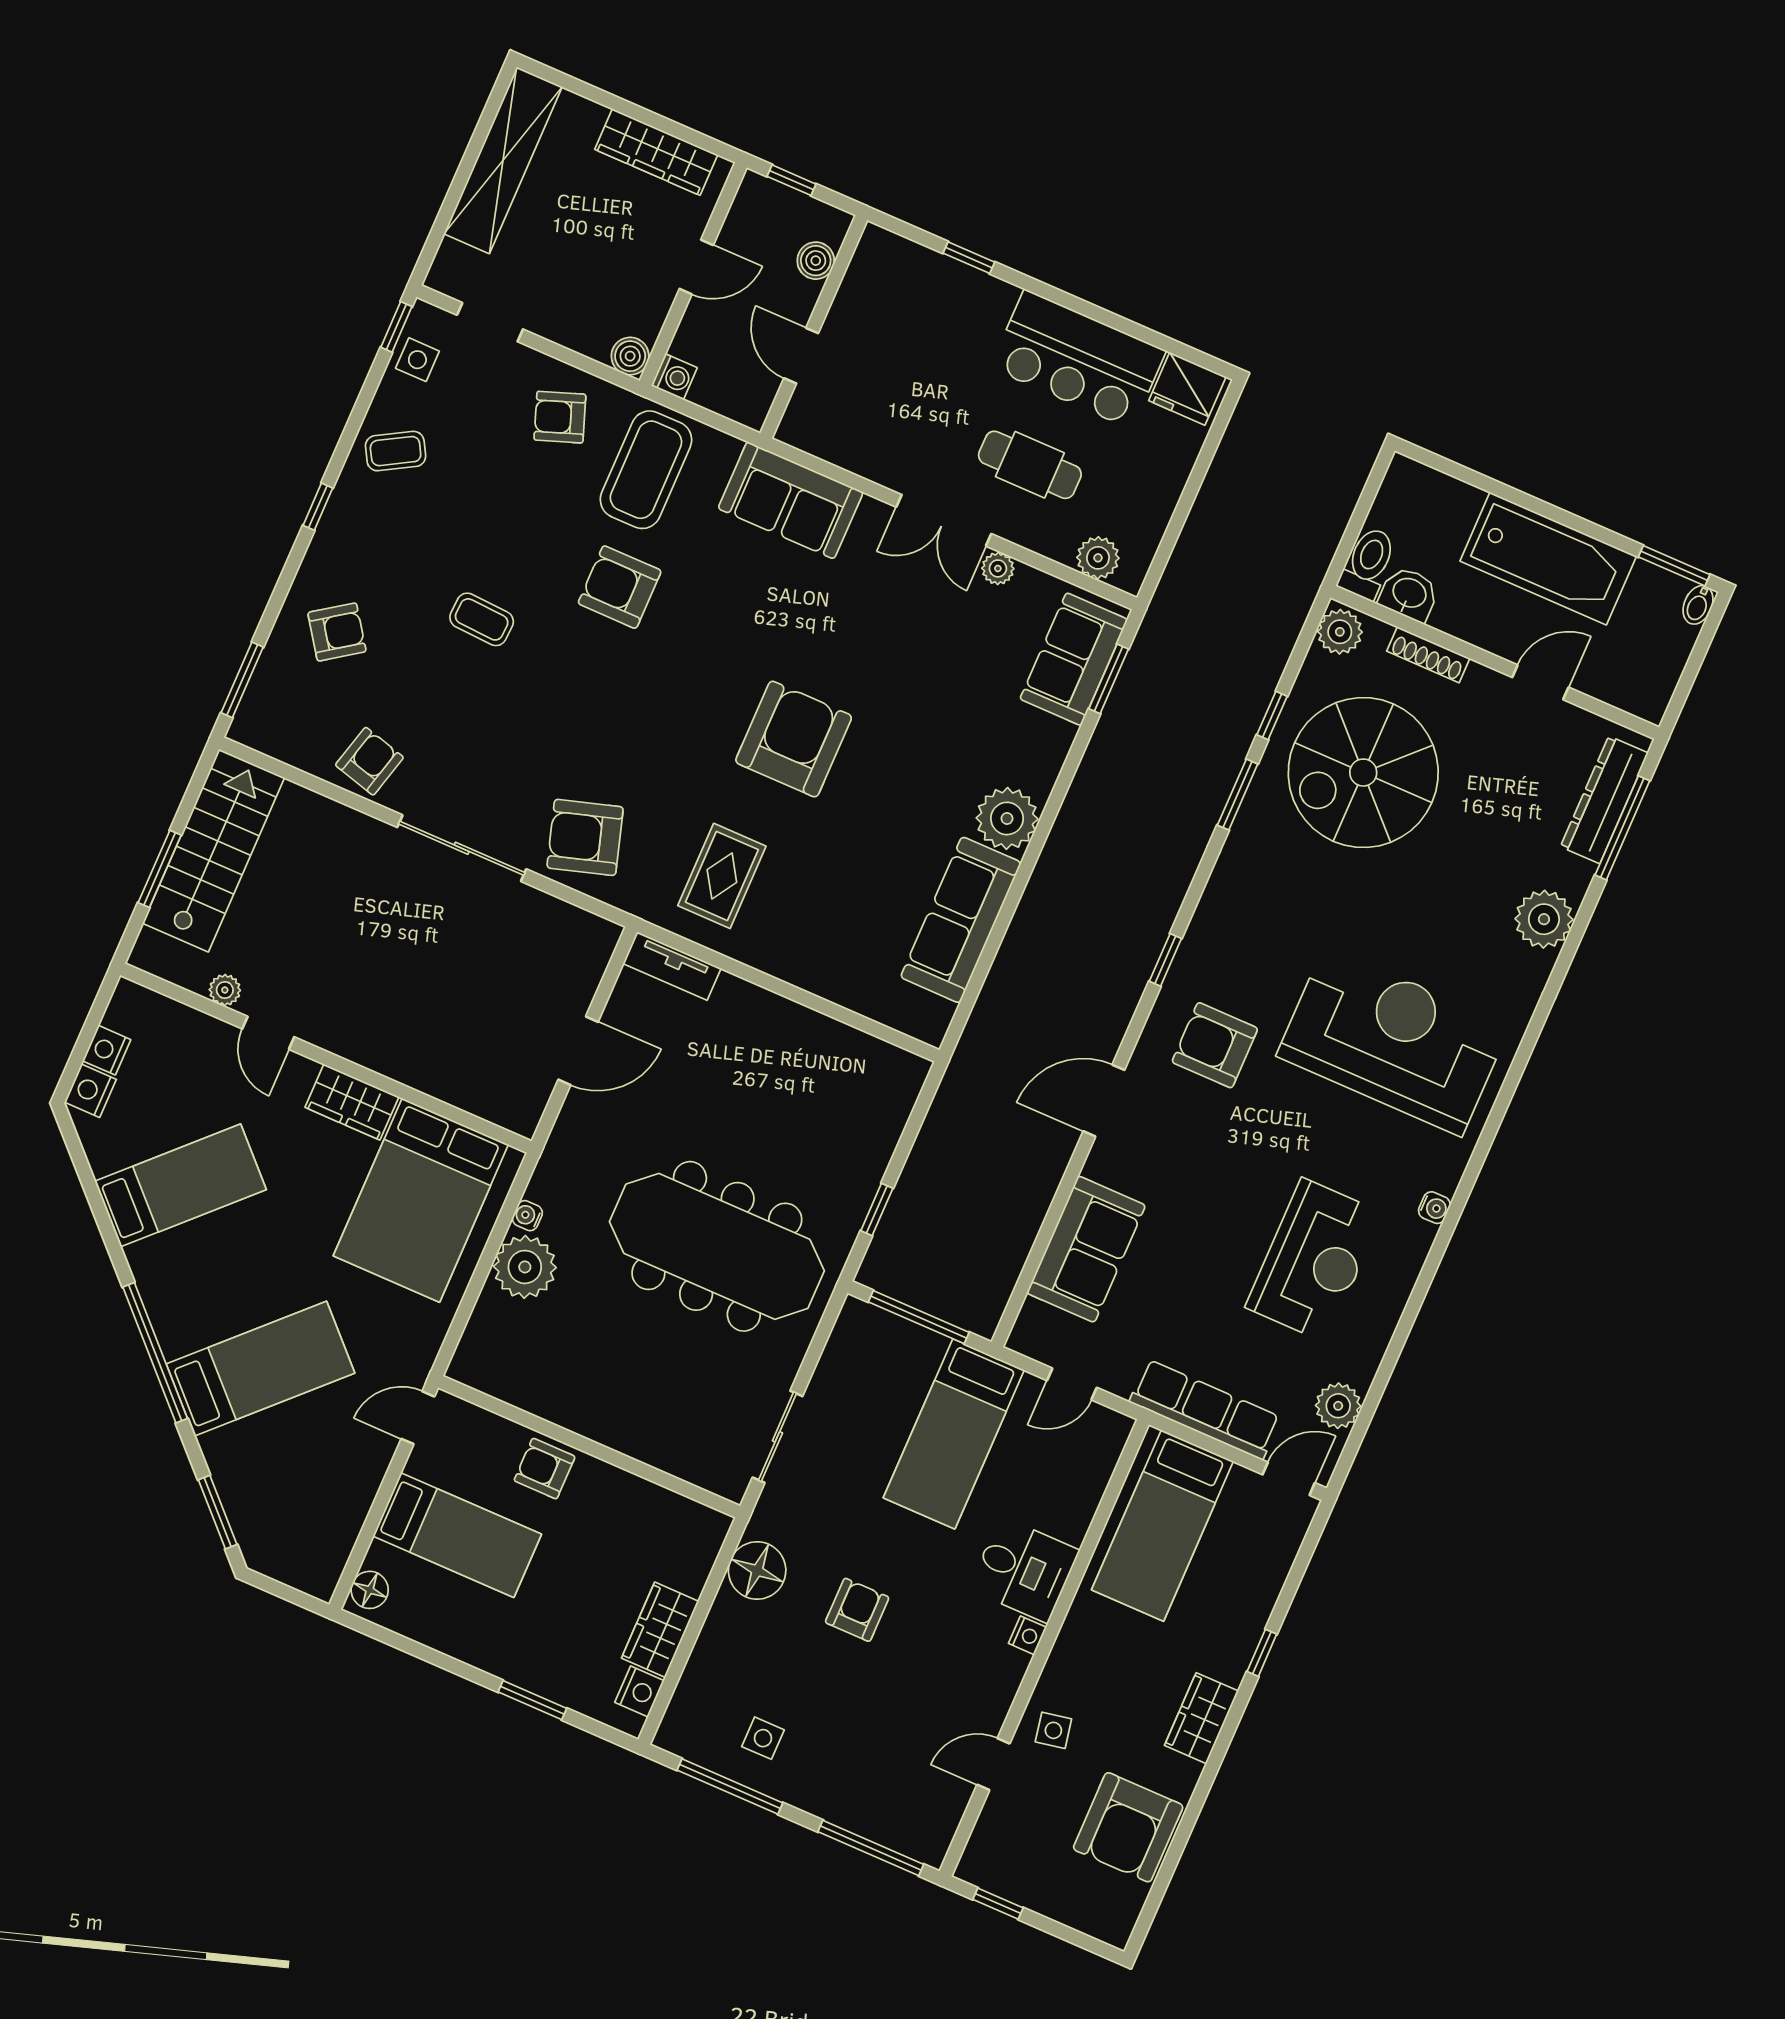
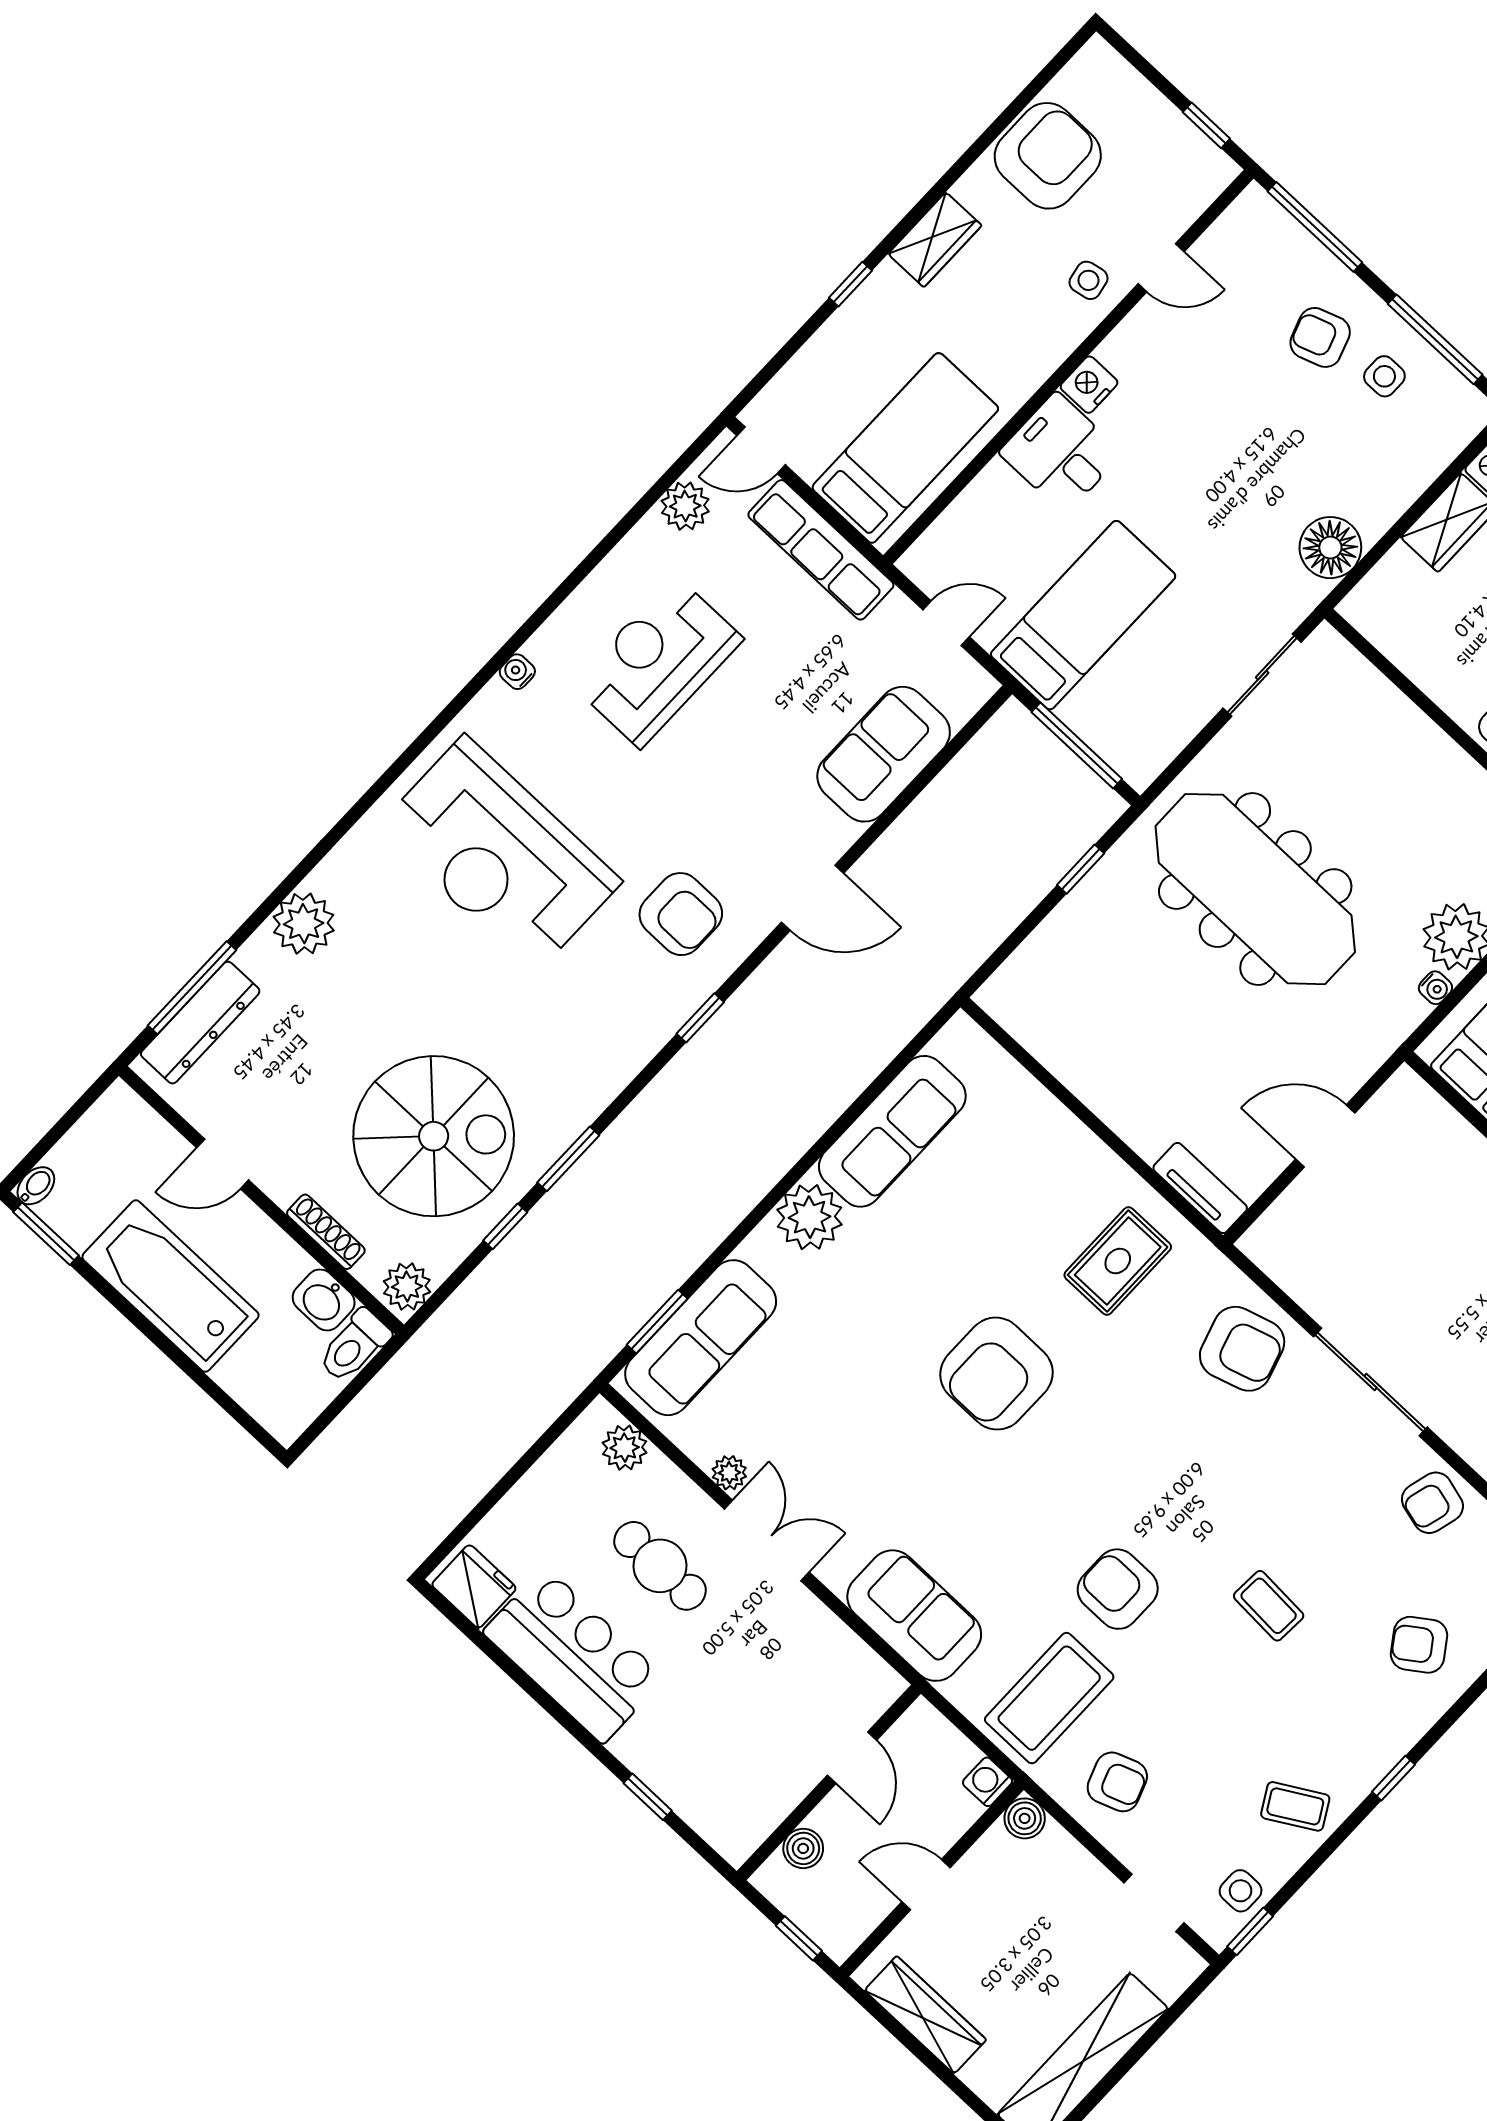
armchair: (620, 587) -> (1118, 1589), turned 180
sofa: (1074, 659) -> (701, 1338), width x1.36
armchair: (857, 1610) -> (1320, 337), moved, turned 71
nightstand: (1027, 1635) -> (1089, 385), width x1.39, depth x1.35

